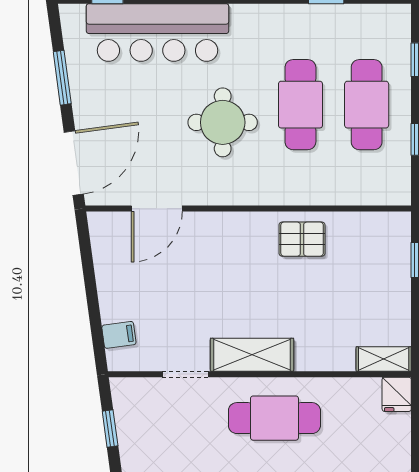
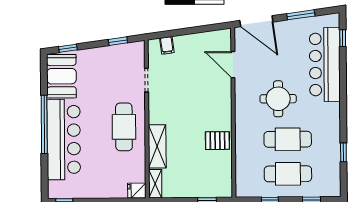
pallet: (302, 239) -> (217, 141), turned 90
shelving: (252, 355) -> (157, 146), moved

